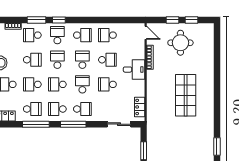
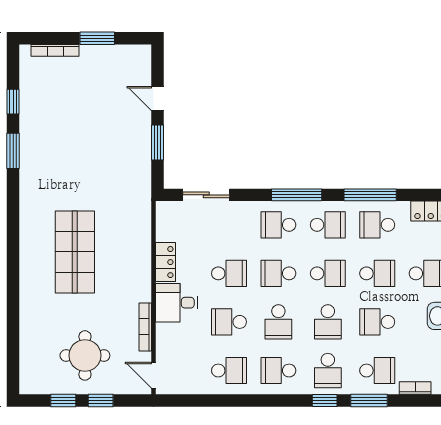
school desk: (82, 84) -> (278, 273), turned 90
locker: (140, 107) -> (165, 262), moved

